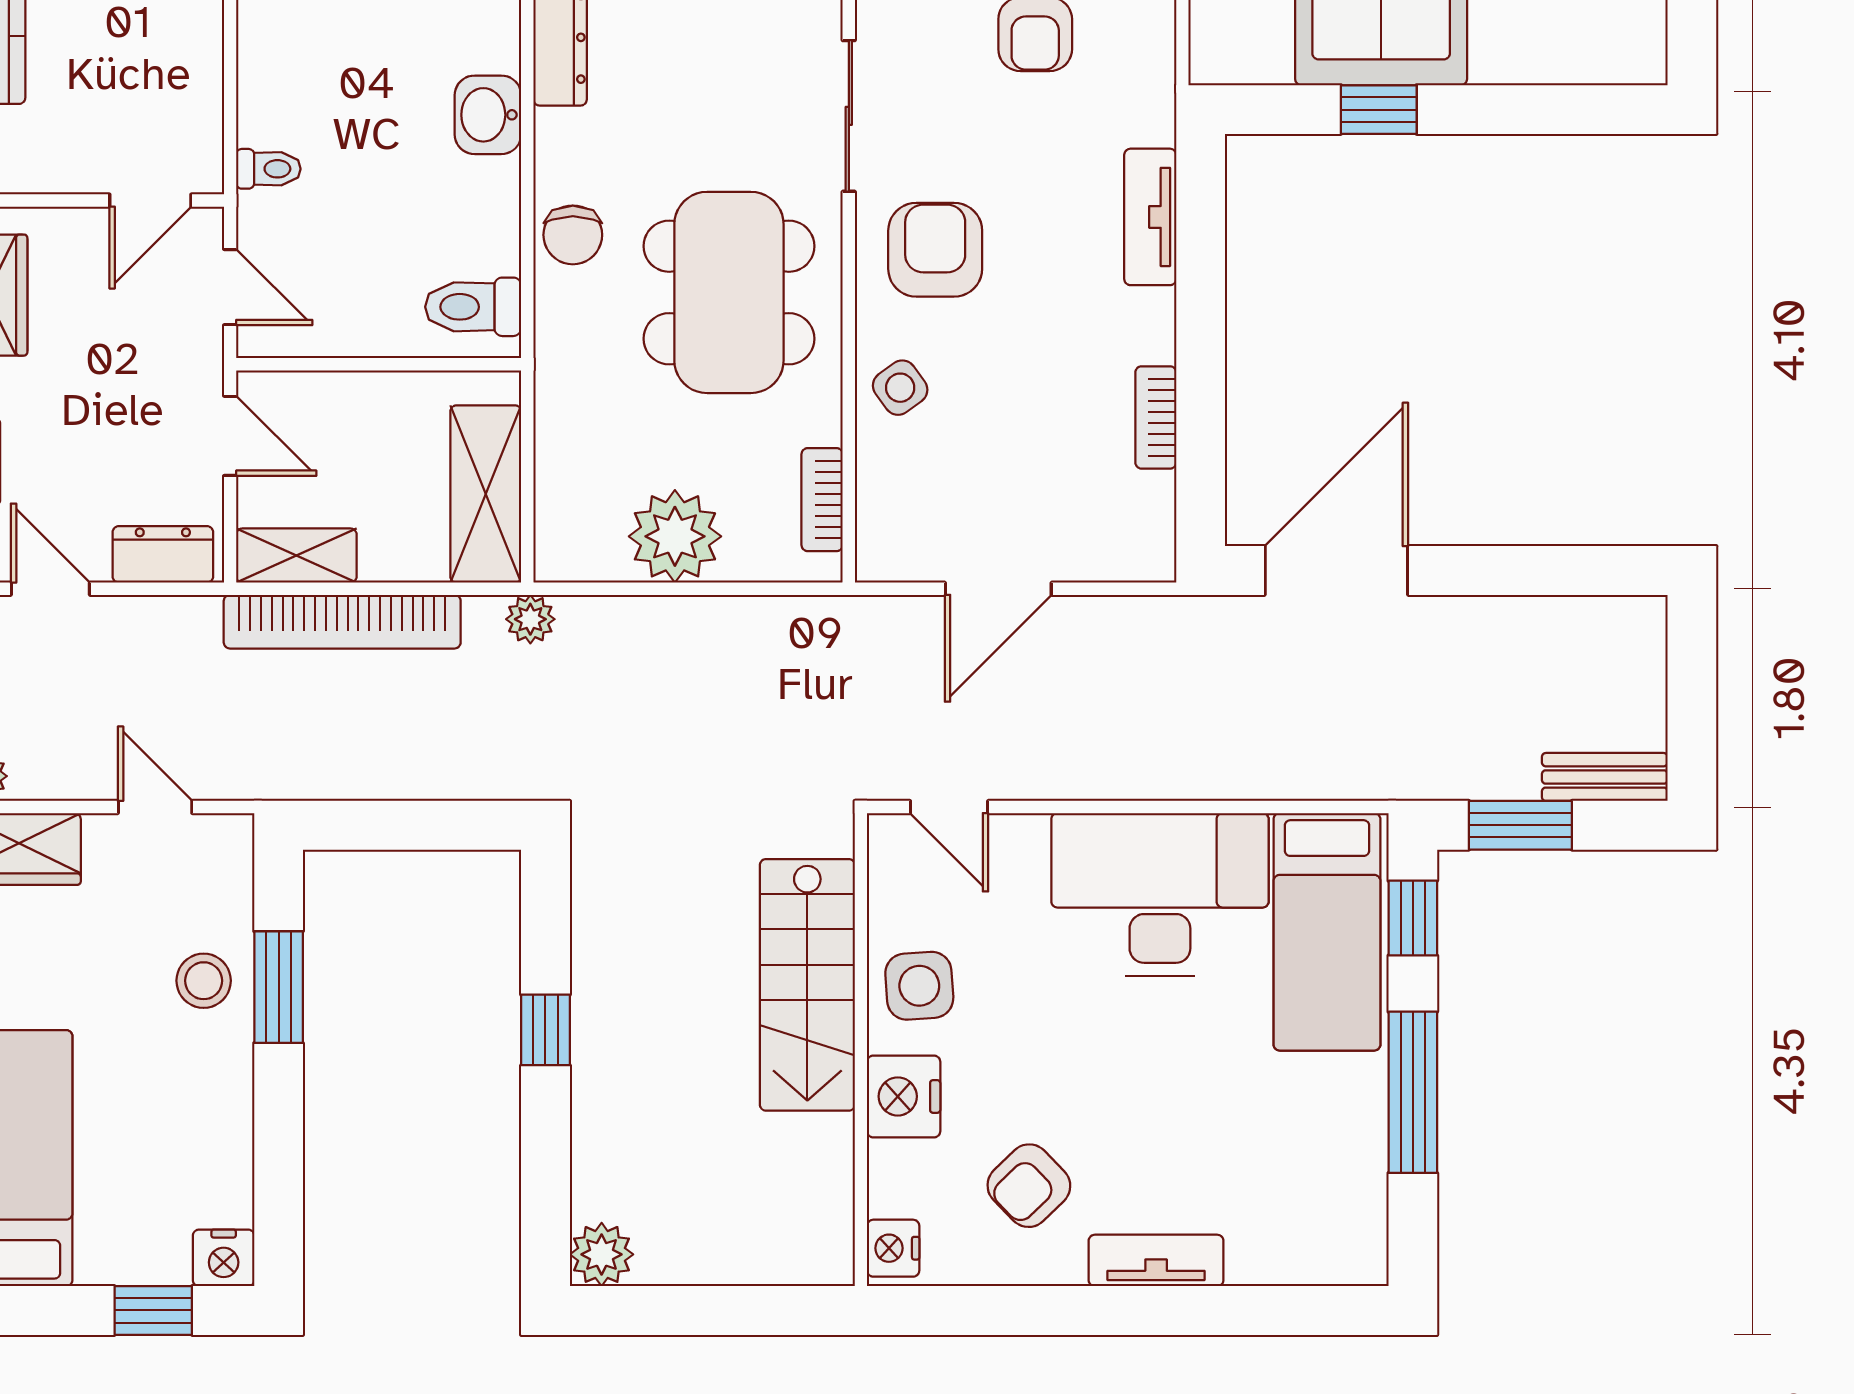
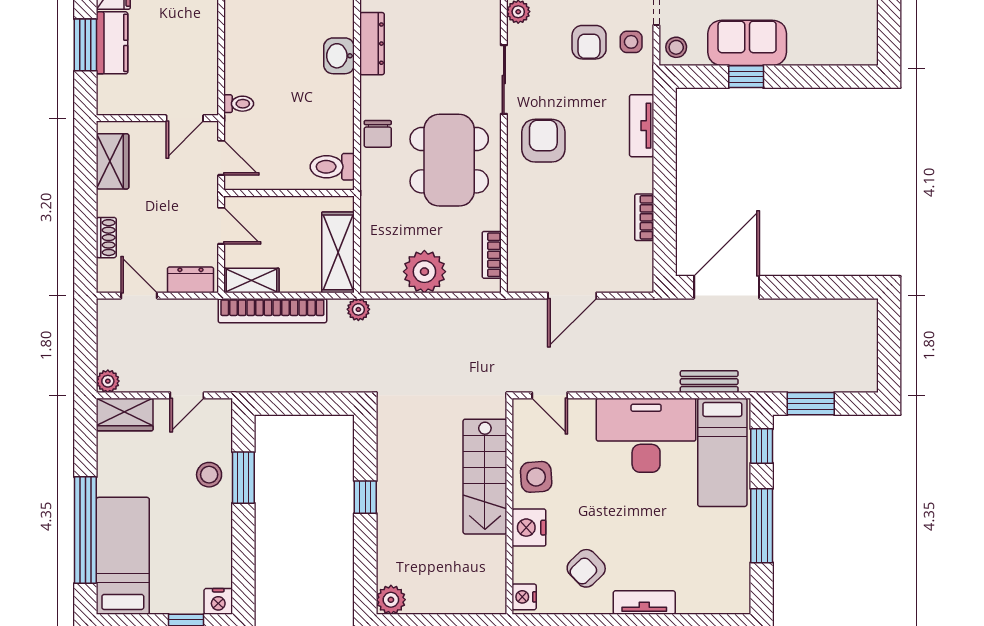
stool: (1226, 45) -> (676, 47), added
washbasin: (488, 115) -> (339, 56), moved
side table: (900, 388) -> (631, 42), moved, turned 36
bench: (1605, 777) -> (709, 382), moved
door: (155, 807) -> (187, 395), swing flipped

